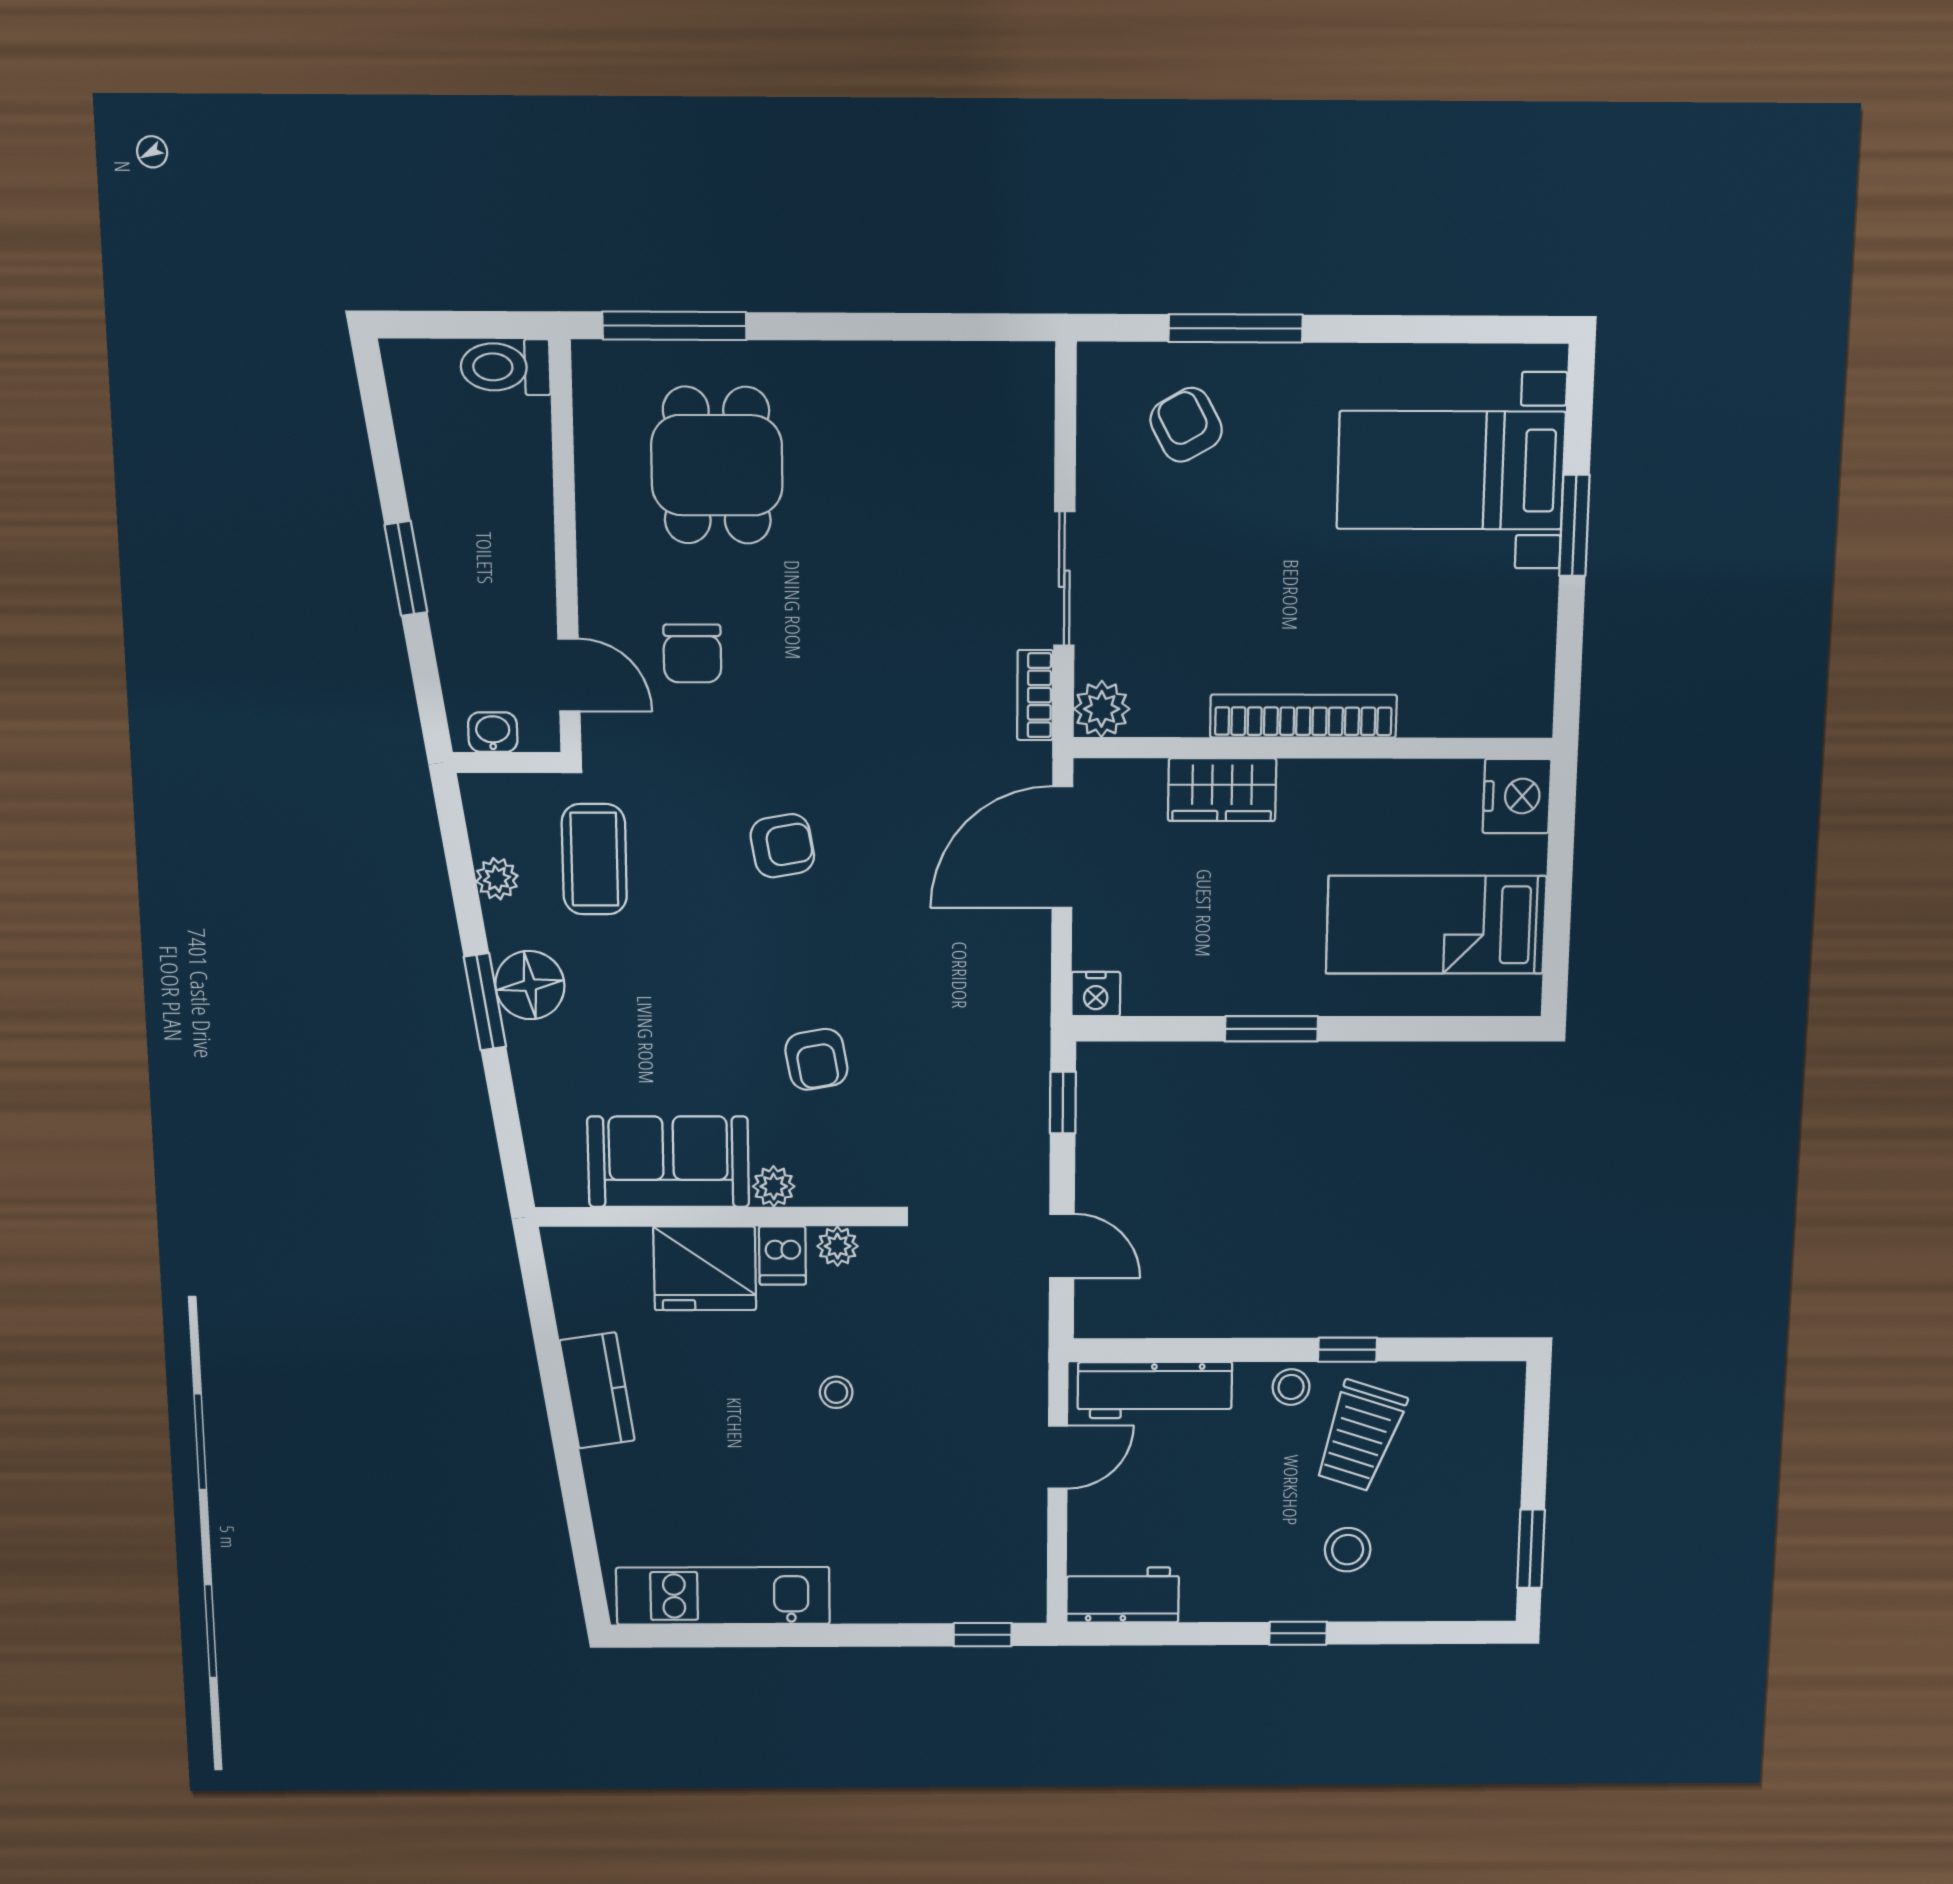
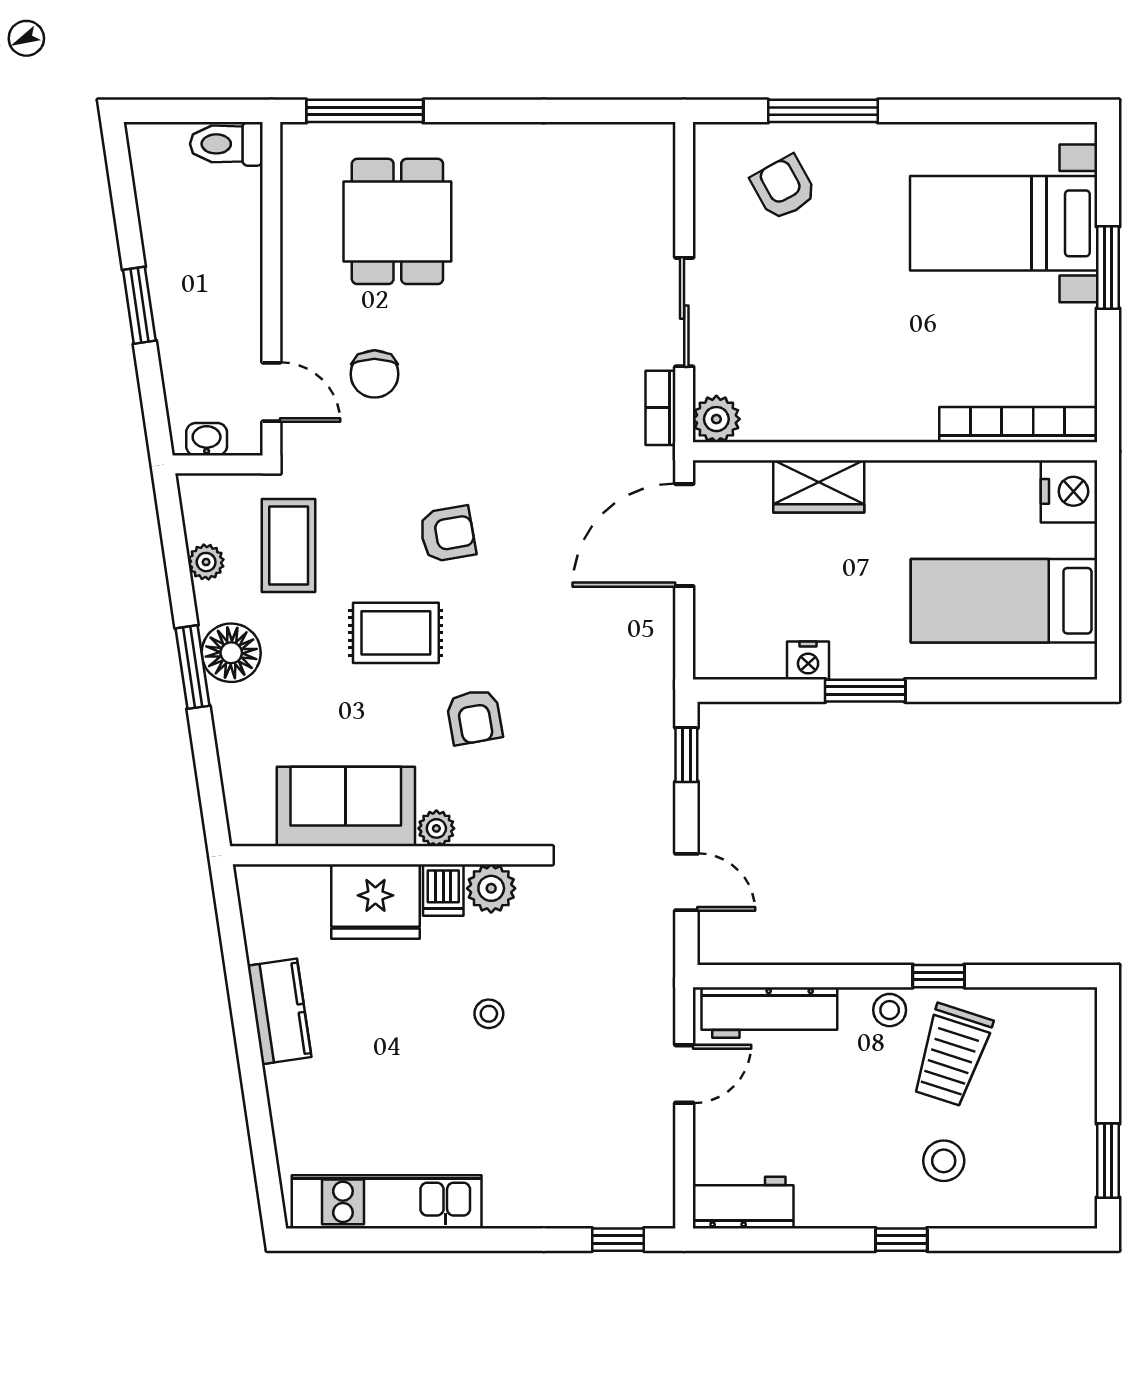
bookcase: (1303, 716) -> (1018, 425), moved
rug: (723, 962) -> (396, 633), added
nightstand: (1096, 994) -> (808, 660), moved
plant: (838, 1246) -> (491, 888), width x1.38, depth x1.38

